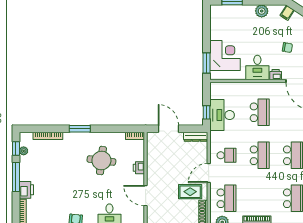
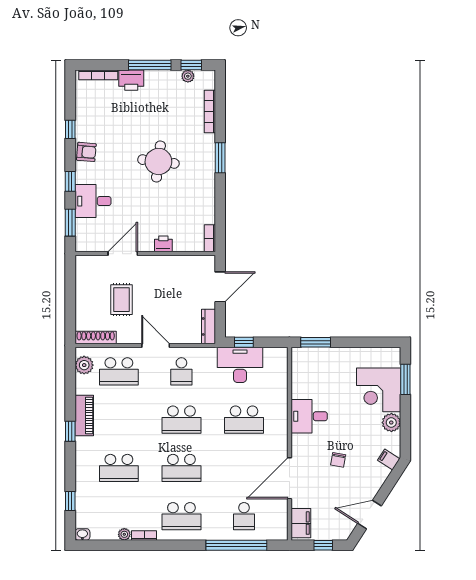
corner desk: (225, 55) -> (379, 390), moved, turned 90
printer: (276, 75) -> (299, 443), removed
round table: (101, 160) -> (158, 161), moved
rug: (190, 192) -> (121, 300), moved

